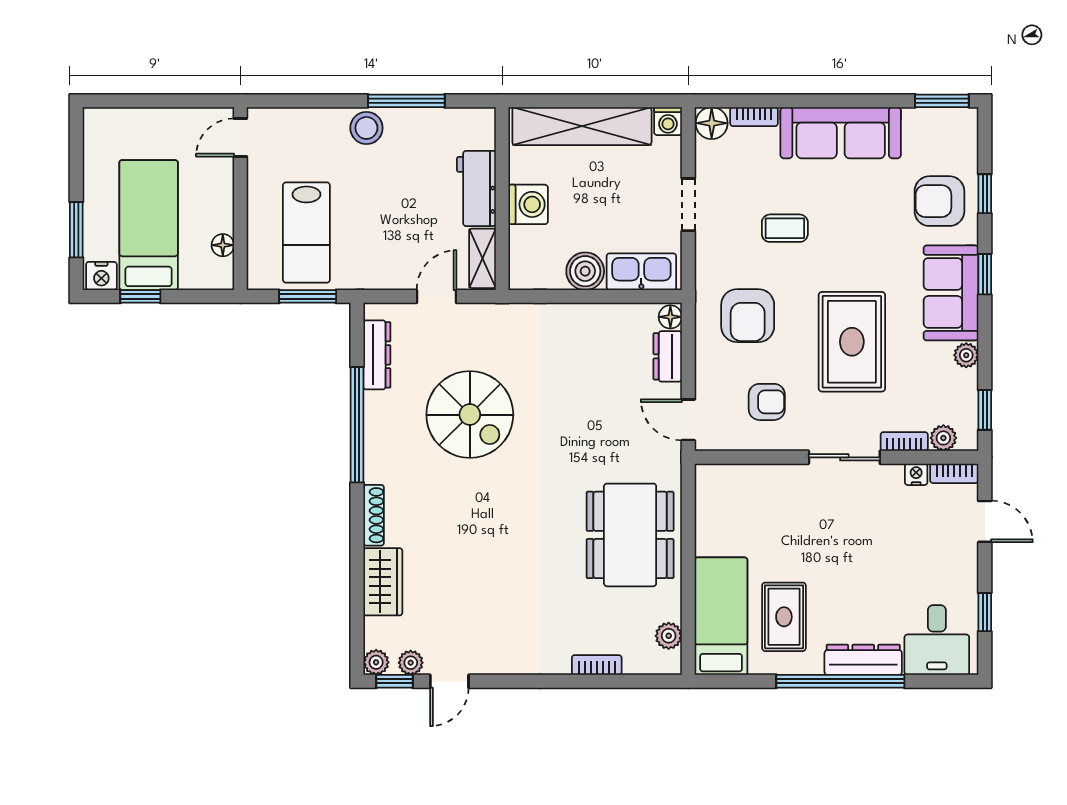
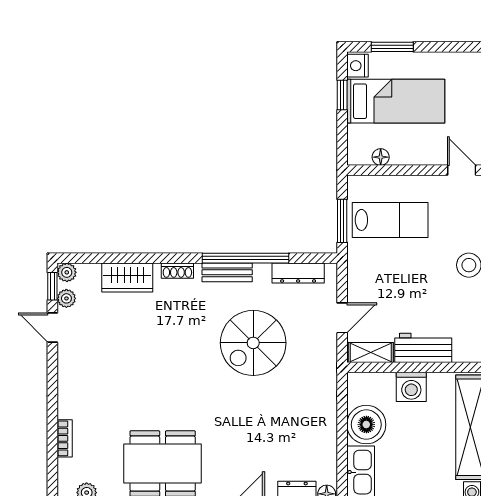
lab bench: (306, 233) -> (390, 220), turned 180
boiler: (585, 271) -> (366, 425), width x1.37, depth x1.37
door: (437, 296) -> (342, 318), hinge flipped
bench: (376, 449) -> (227, 272), added
shoe rack: (374, 515) -> (177, 271), width x0.70

